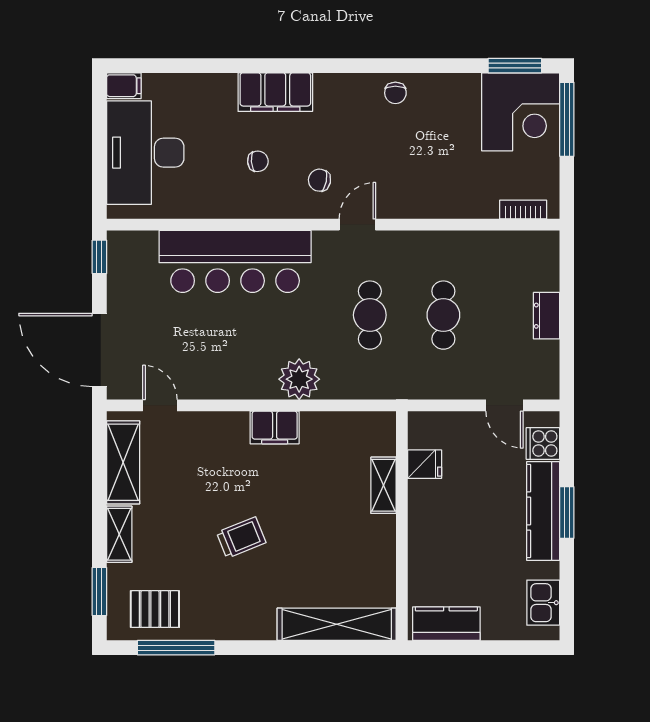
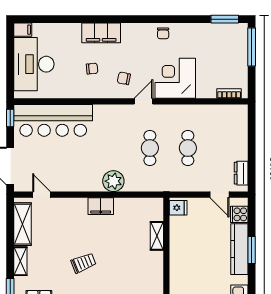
corner desk: (521, 112) -> (175, 78), moved, turned 180
bar counter: (235, 261) -> (53, 120), moved
dresser: (546, 316) -> (241, 173), moved
fridge: (425, 464) -> (178, 208), moved

